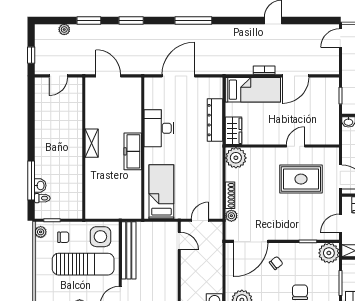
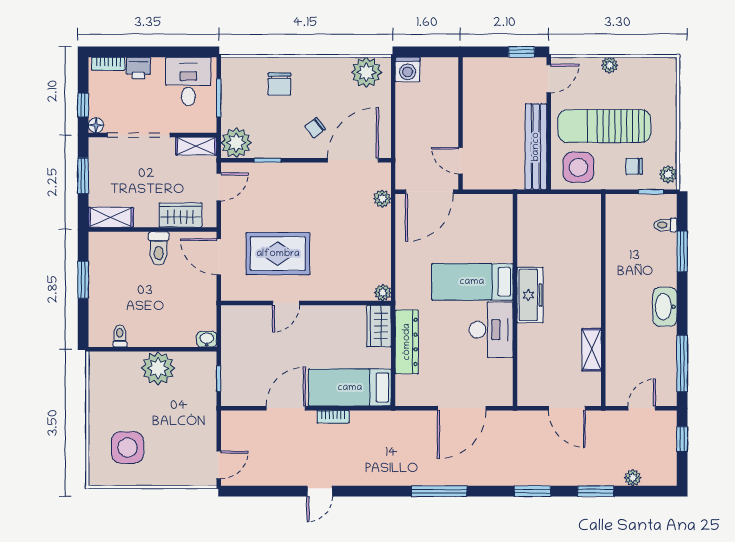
window: (31, 106) -> (682, 364), added
shelving: (92, 143) -> (592, 350), moved
plant: (236, 158) -> (383, 293), width x0.53, depth x0.53
window: (31, 181) -> (682, 251), width x0.69
washbasin: (40, 186) -> (665, 307), moved, width x1.91, depth x1.45
bed: (161, 192) -> (472, 282), moved, turned 90
shoe rack: (230, 195) -> (384, 229), removed
door: (200, 220) -> (429, 192), width x1.88

